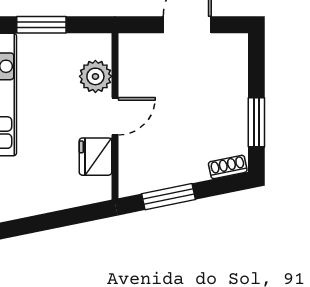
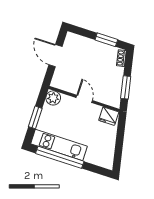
plant: (95, 76) -> (53, 98), moved
fridge: (95, 157) -> (109, 116), moved

